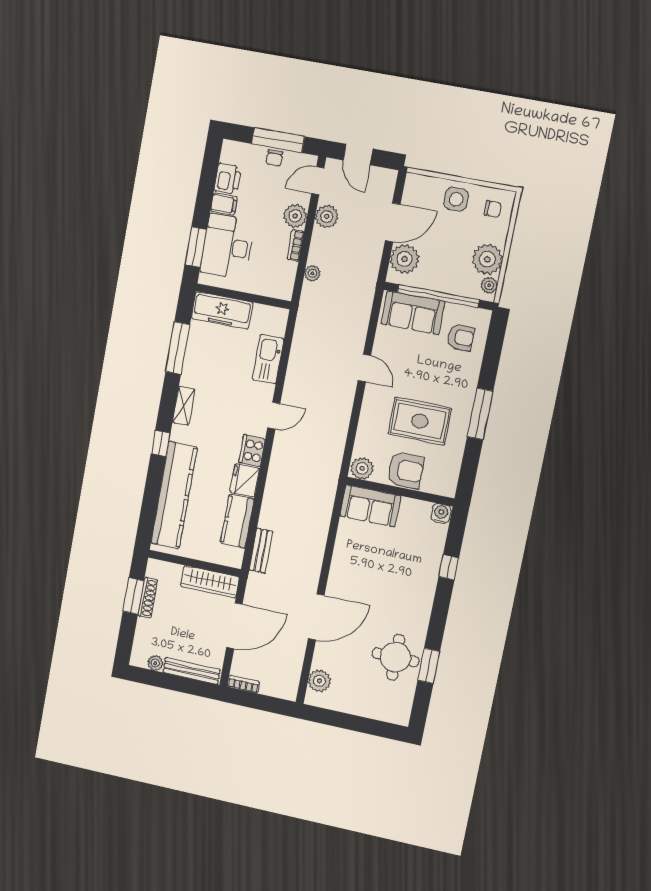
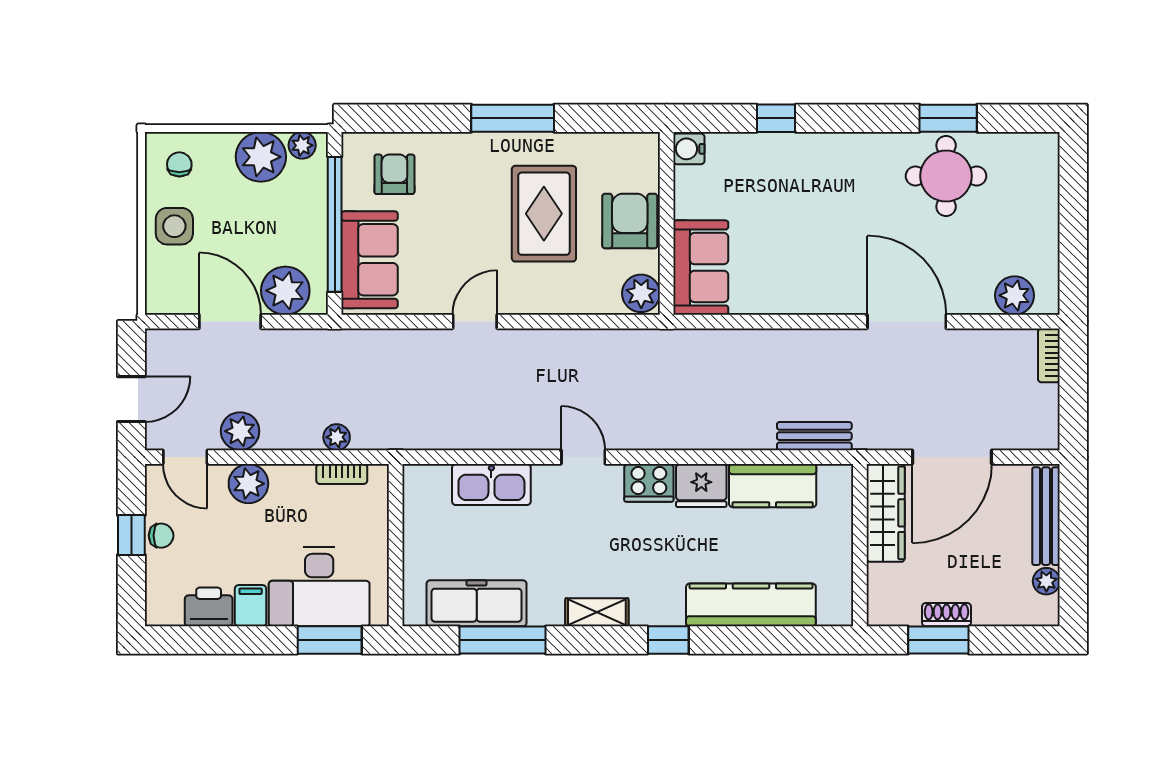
window: (278, 140) -> (131, 535), width x0.46
bookcase: (295, 245) -> (342, 474), moved
freezer: (222, 310) -> (477, 603), moved, turned -90
kitchen counter: (174, 495) -> (751, 605), width x0.72, depth x0.86
shoe rack: (148, 598) -> (947, 615), width x0.70
door: (234, 626) -> (952, 457), swing flipped
bookcase: (243, 684) -> (1049, 355), moved

